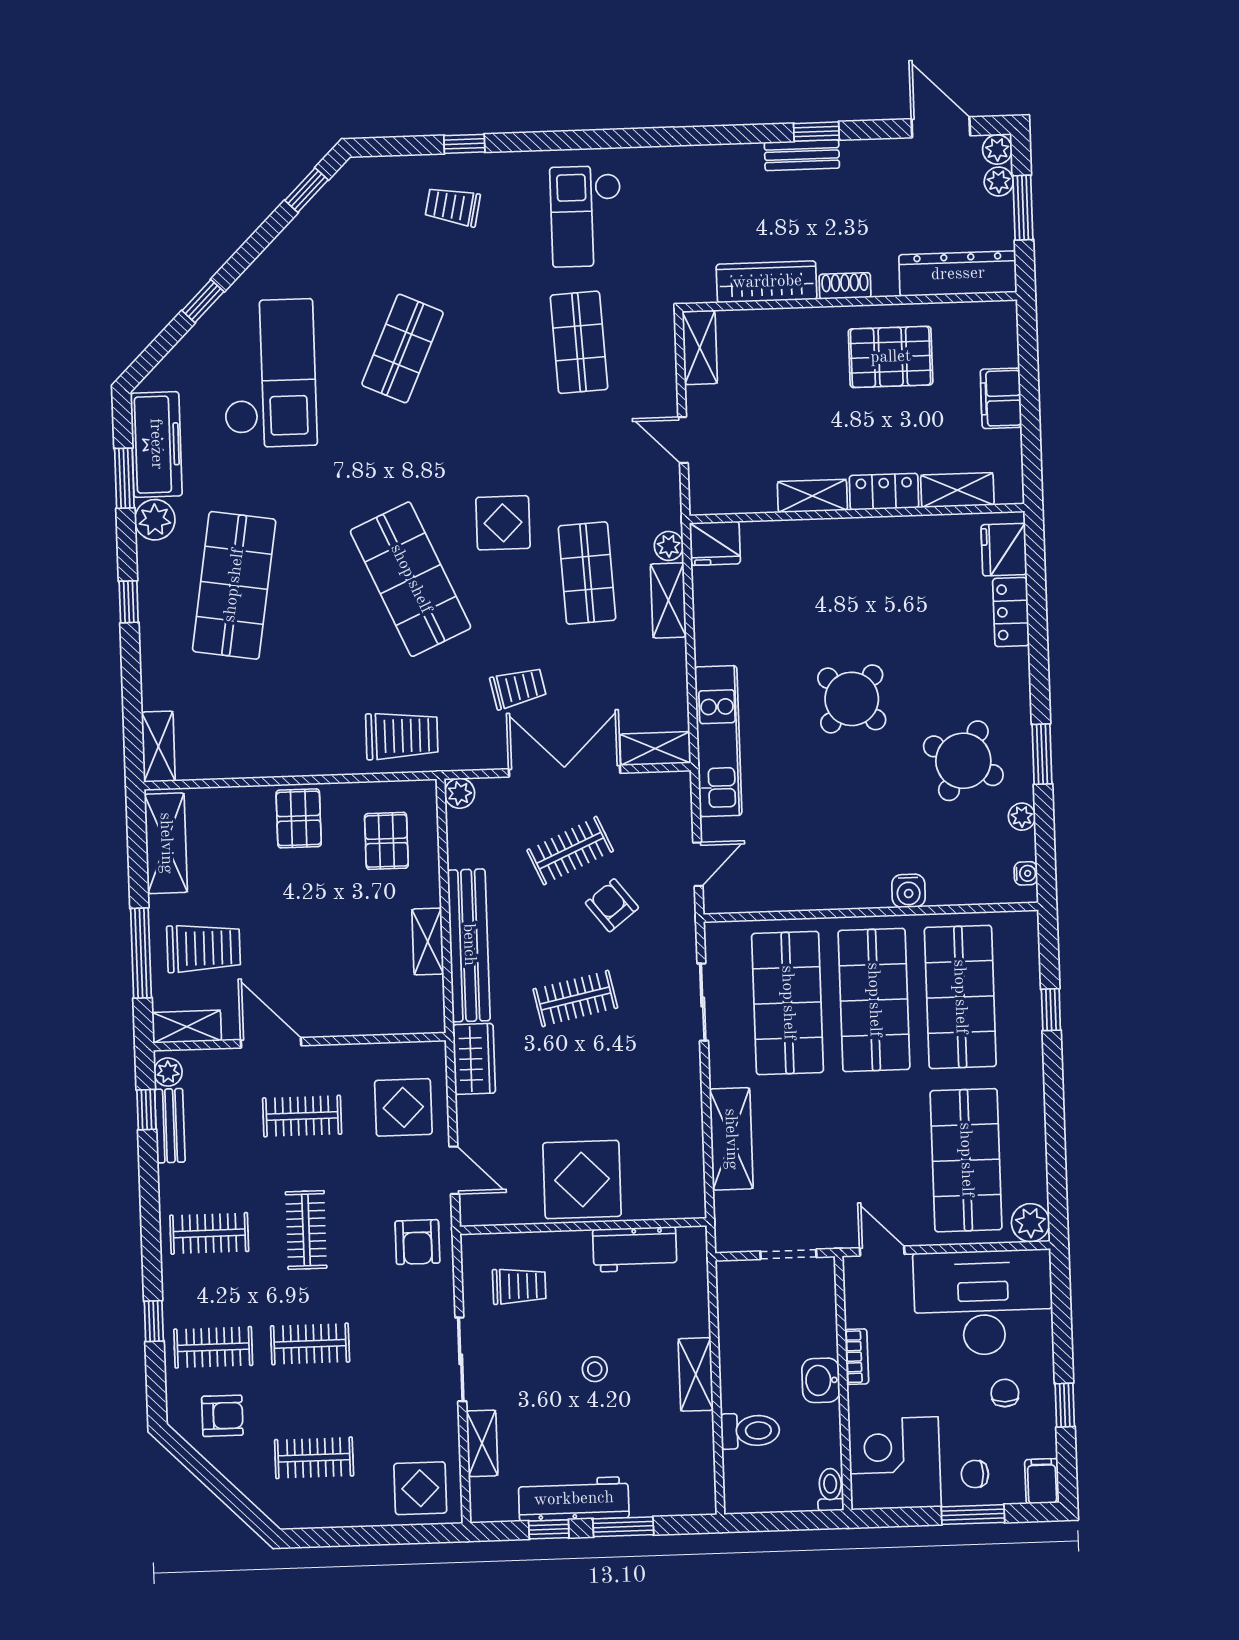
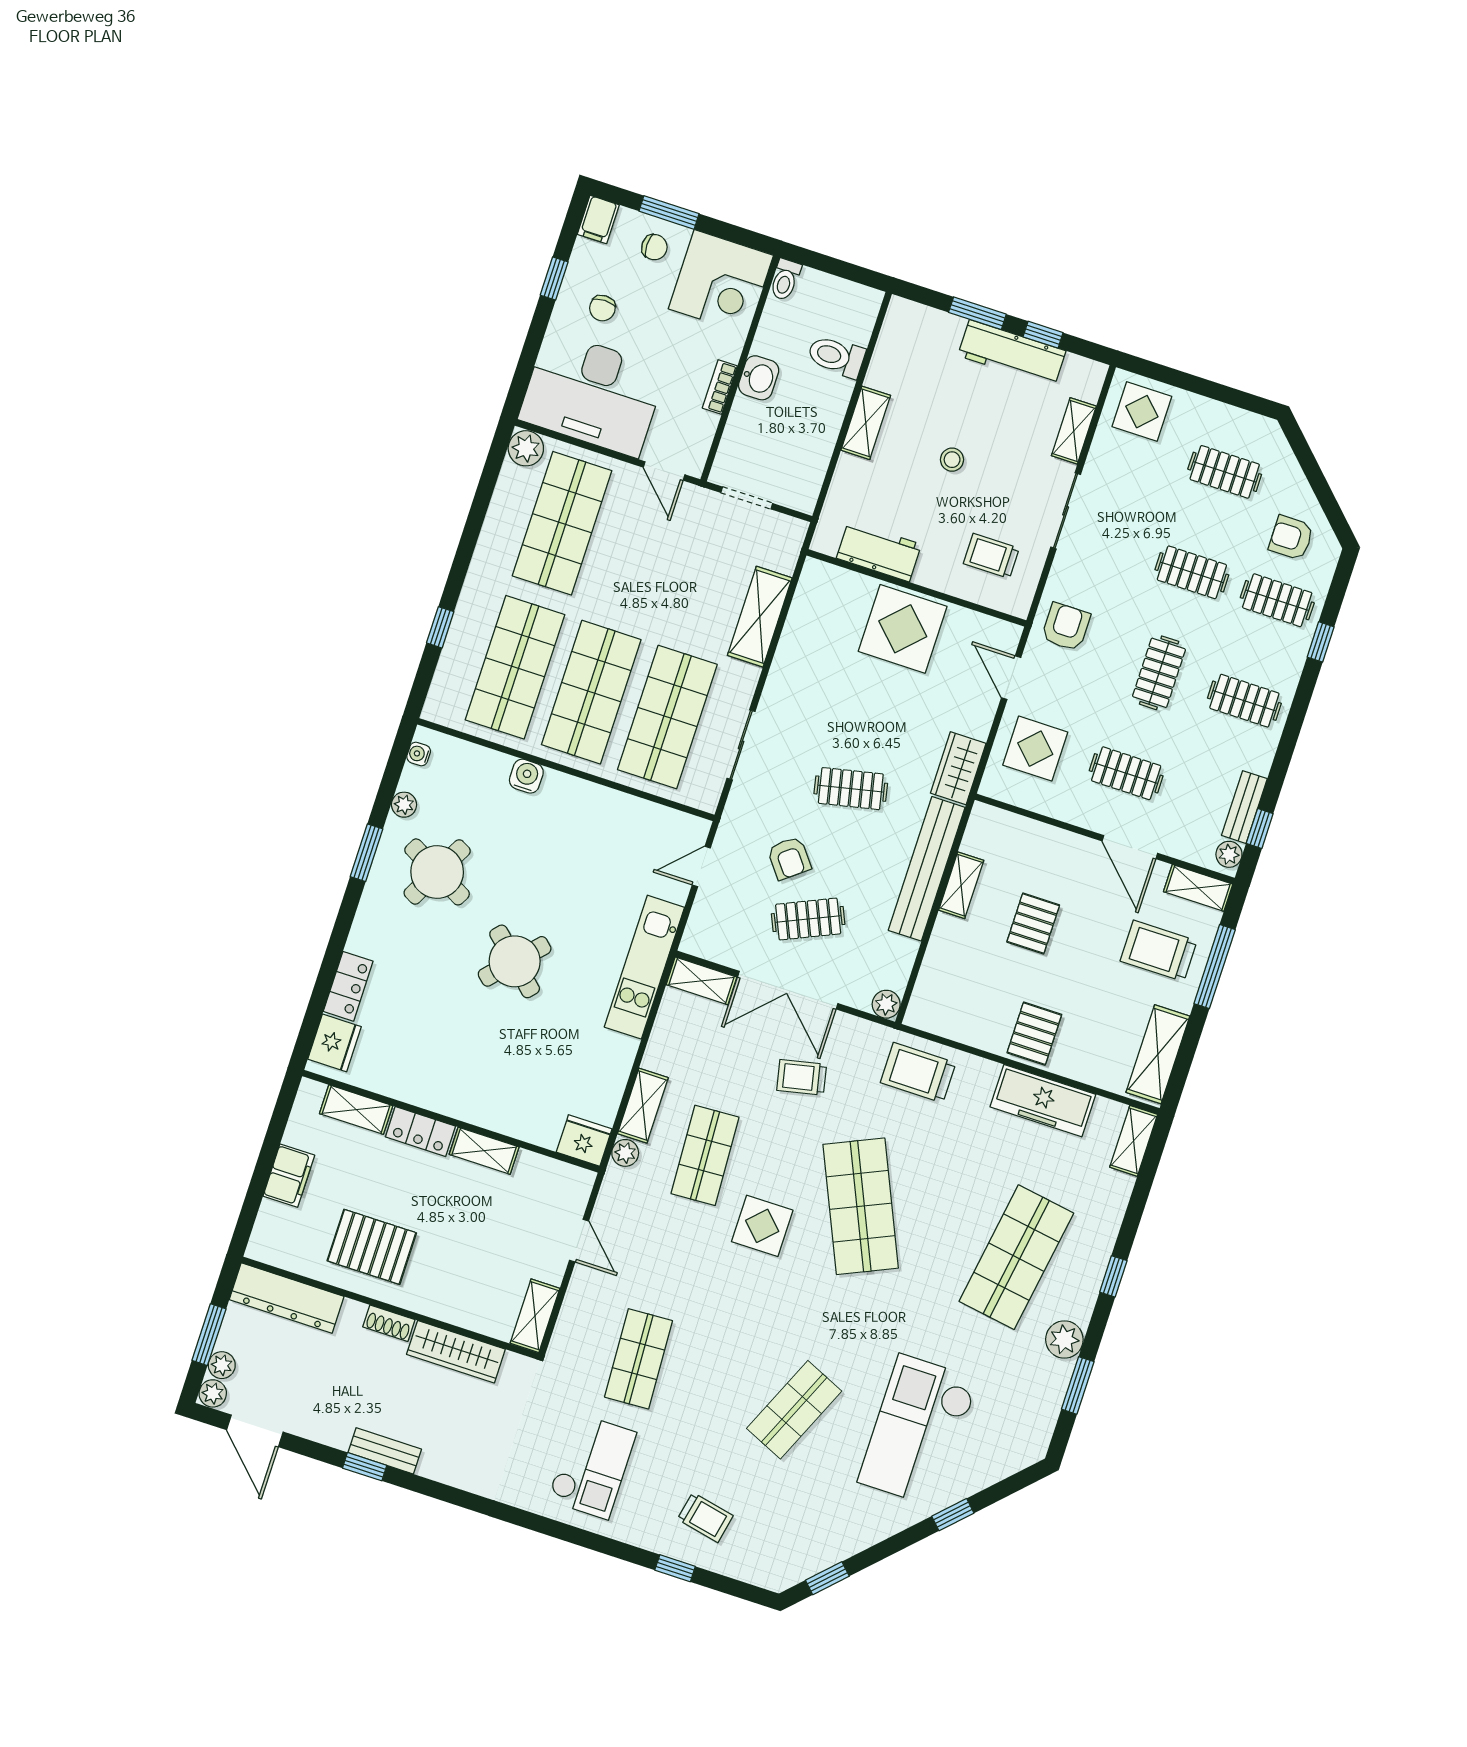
freezer: (156, 444) -> (1043, 1101), moved, turned -90
pallet: (386, 841) -> (1033, 924), moved

